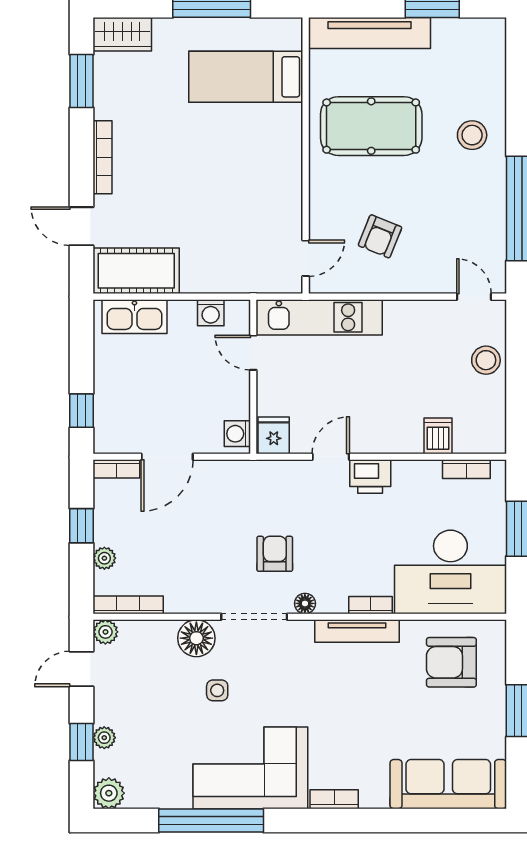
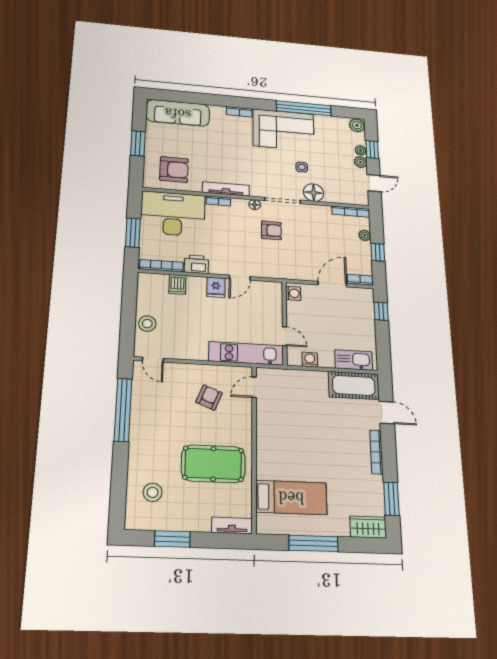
tv unit: (370, 33) -> (232, 525), width x0.52, depth x0.78
stool: (472, 135) -> (153, 492), moved
fridge: (274, 435) -> (216, 287), moved
bookcase: (466, 469) -> (162, 266), width x1.56
printer: (370, 476) -> (196, 264), moved
armchair: (275, 554) -> (271, 230), turned -90
plant: (105, 632) -> (360, 162), moved

